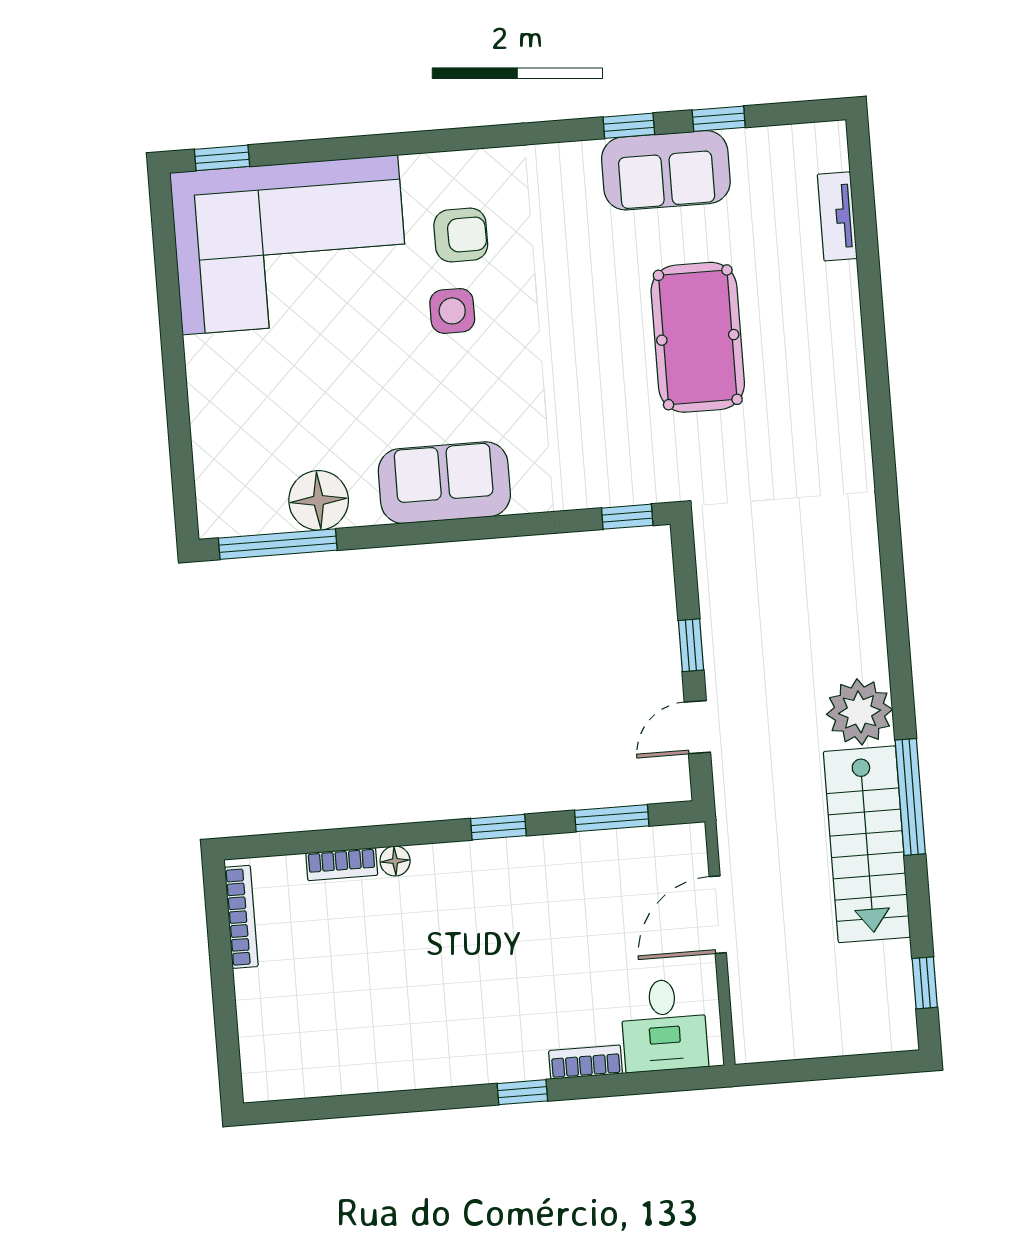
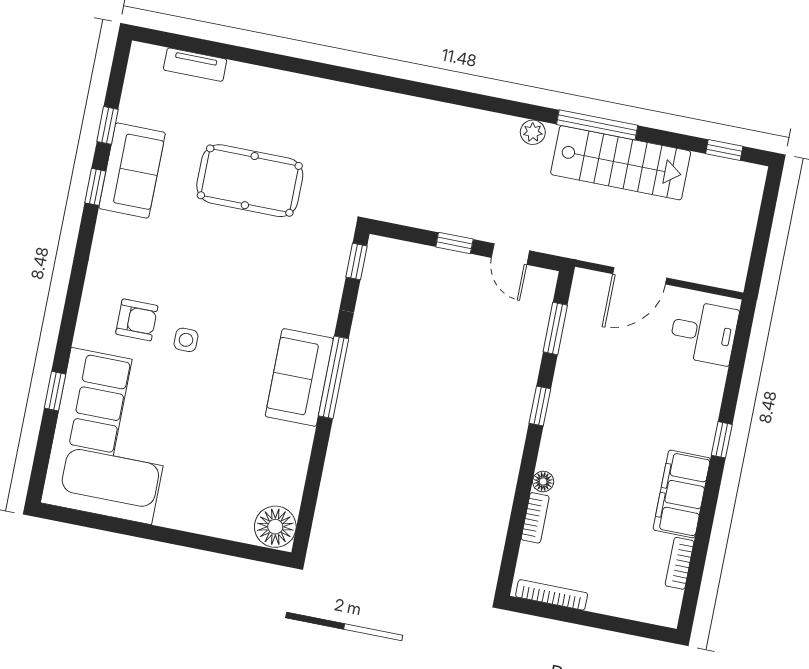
window: (222, 158) -> (55, 391), moved
armchair: (461, 235) -> (137, 320), turned 90
side table: (452, 311) -> (186, 340), width x0.73, depth x0.73
floor lamp: (319, 500) -> (275, 527), moved
window: (278, 544) -> (334, 377), moved
plant: (859, 712) -> (533, 132), width x0.53, depth x0.53
door: (718, 915) -> (640, 276), hinge flipped
filing cabinet: (432, 1058) -> (682, 494), added
bookcase: (586, 1062) -> (680, 563), moved

